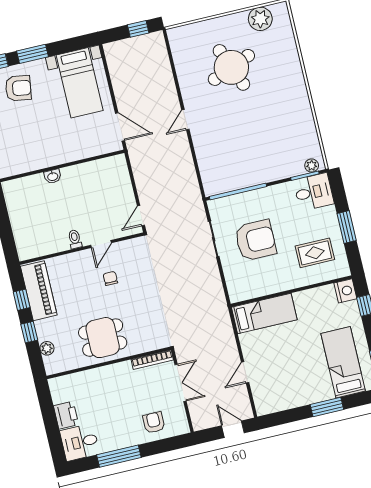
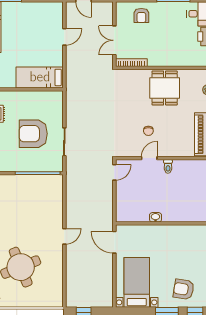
washbasin: (53, 176) -> (155, 217), moved
dining table: (103, 338) -> (165, 88), turned 90

